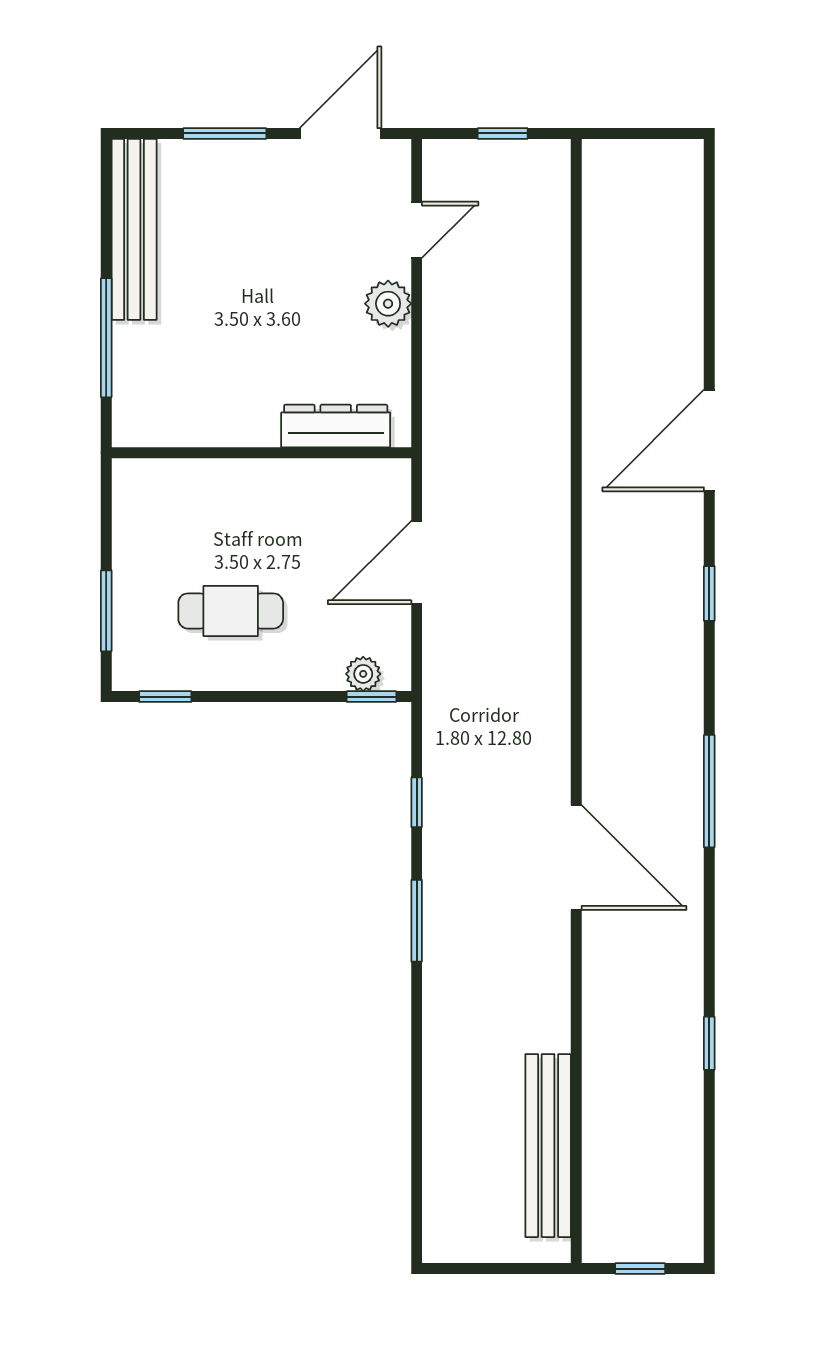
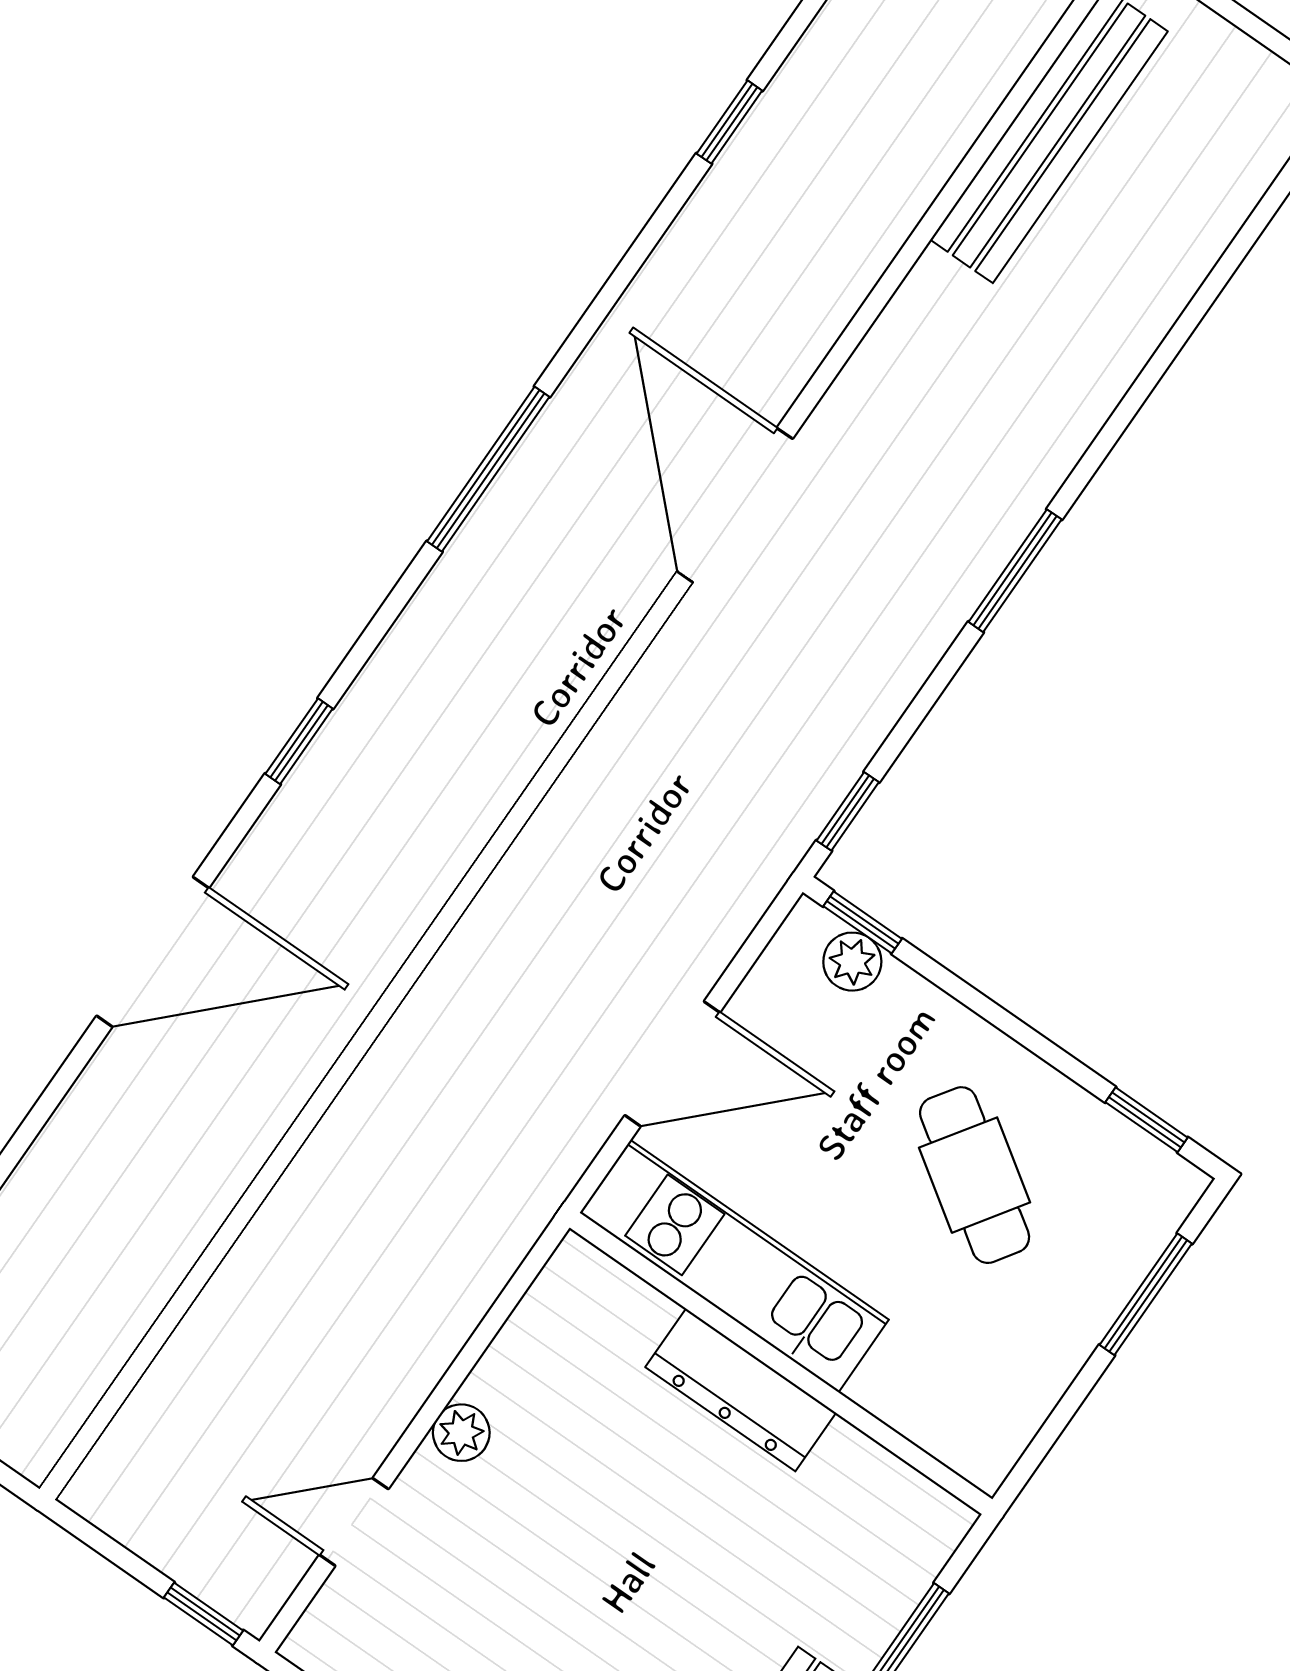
window: (503, 133) -> (204, 1614), moved
plant: (388, 304) -> (461, 1433), width x0.73, depth x0.73
dresser: (336, 426) -> (741, 1390), moved
kitchen unit: (317, 485) -> (734, 1266), added
cafe table: (231, 611) -> (975, 1175), turned 34
window: (417, 802) -> (848, 811), moved

